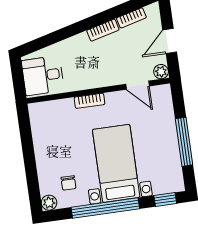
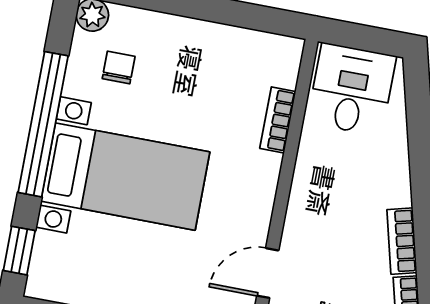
bookcase: (89, 101) -> (278, 120), moved
chair: (68, 183) -> (119, 67), turned 90

